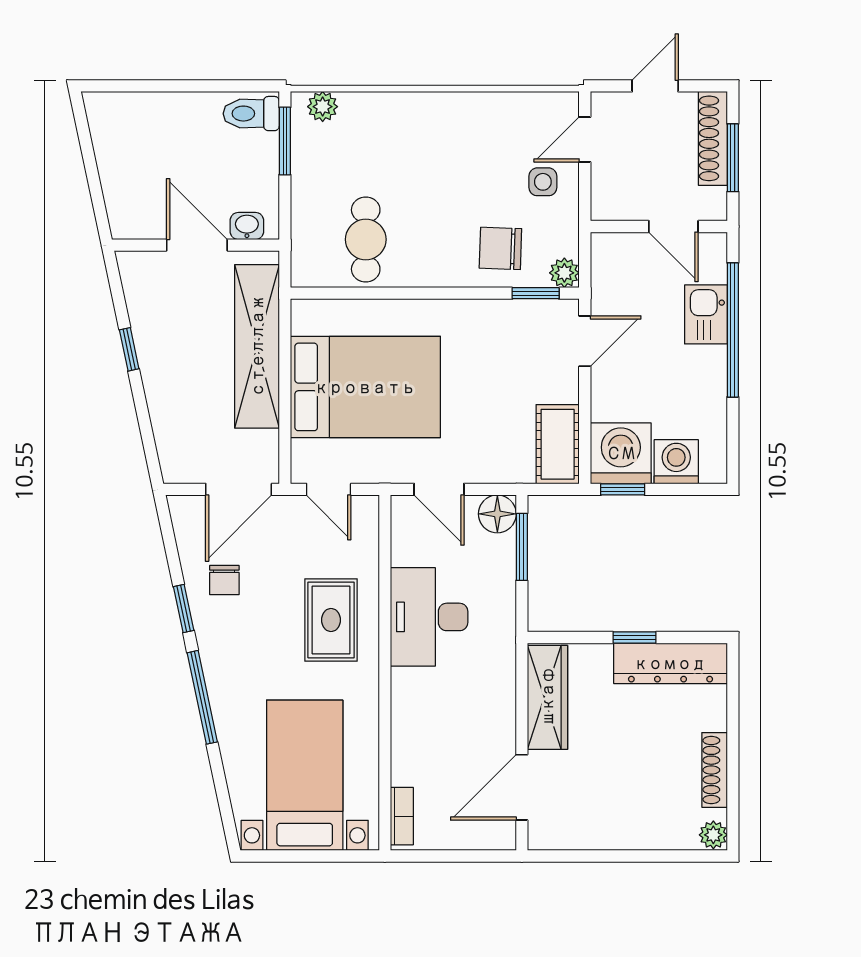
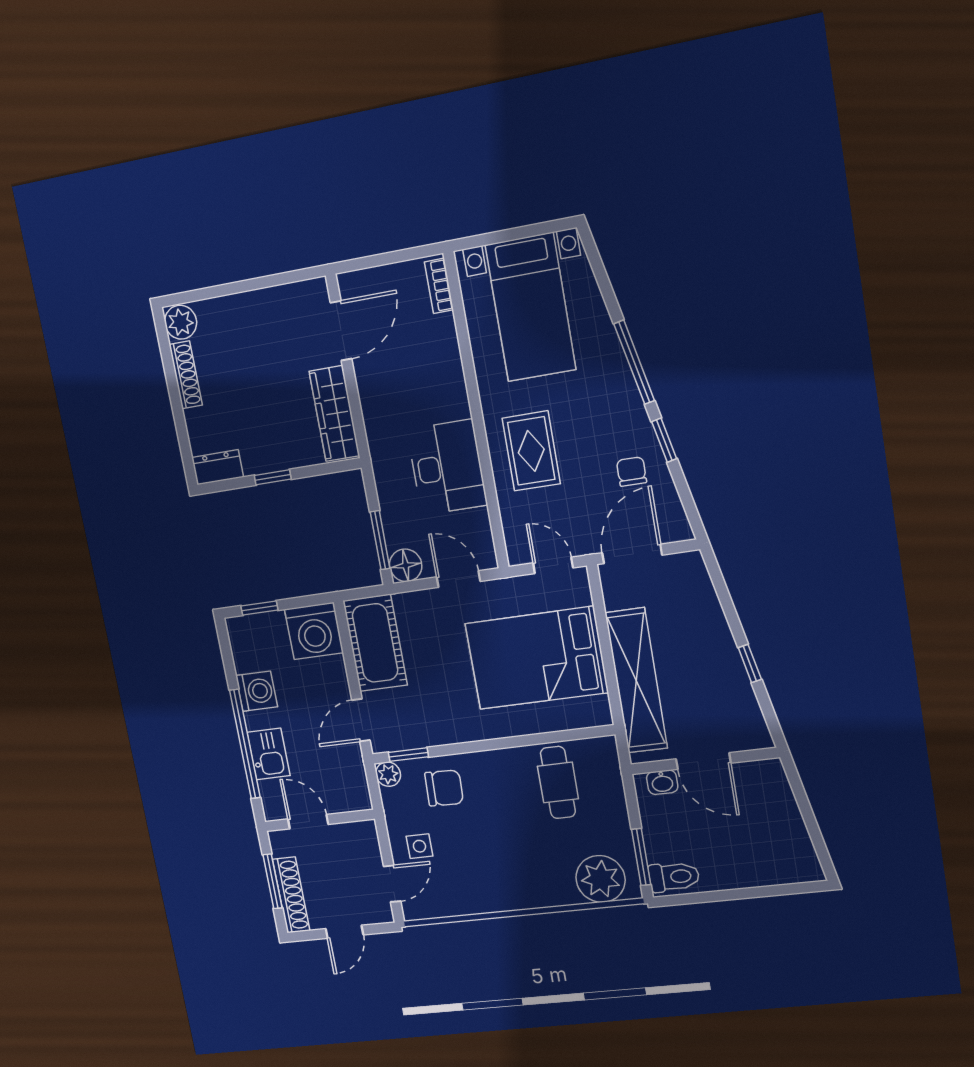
plant: (323, 107) -> (601, 879), width x1.87, depth x1.87
cot: (558, 444) -> (375, 643), width x1.37, depth x1.34
washing machine: (676, 462) -> (257, 691), moved, turned -90
window: (623, 489) -> (259, 608), moved
dresser: (670, 663) -> (218, 467), width x0.51, depth x0.80
plant: (713, 835) -> (181, 322), width x1.38, depth x1.38

